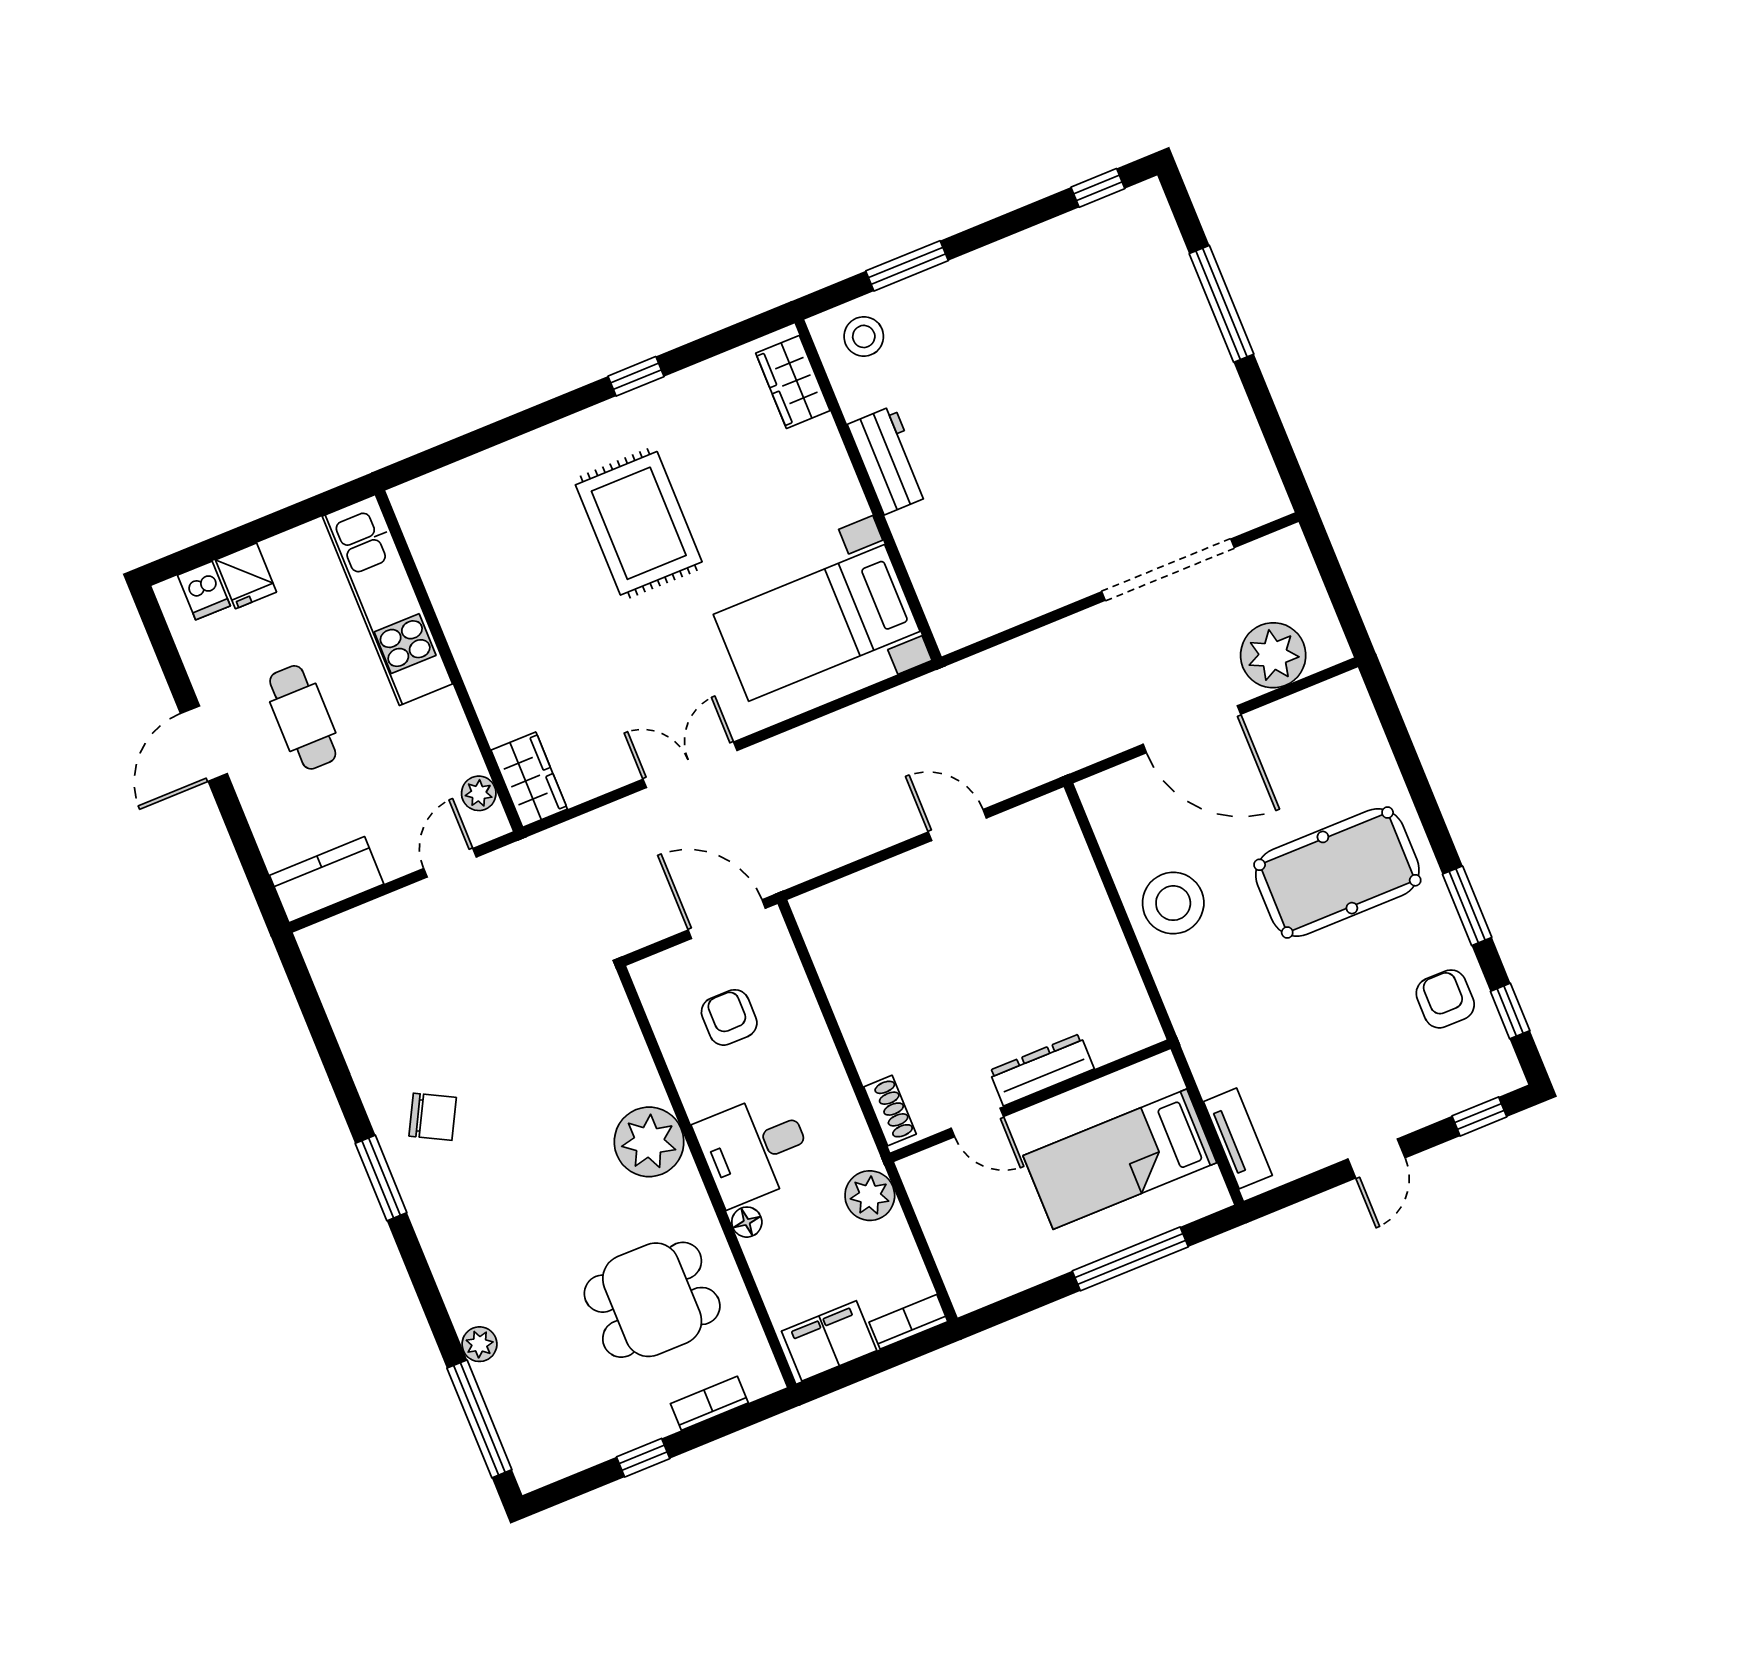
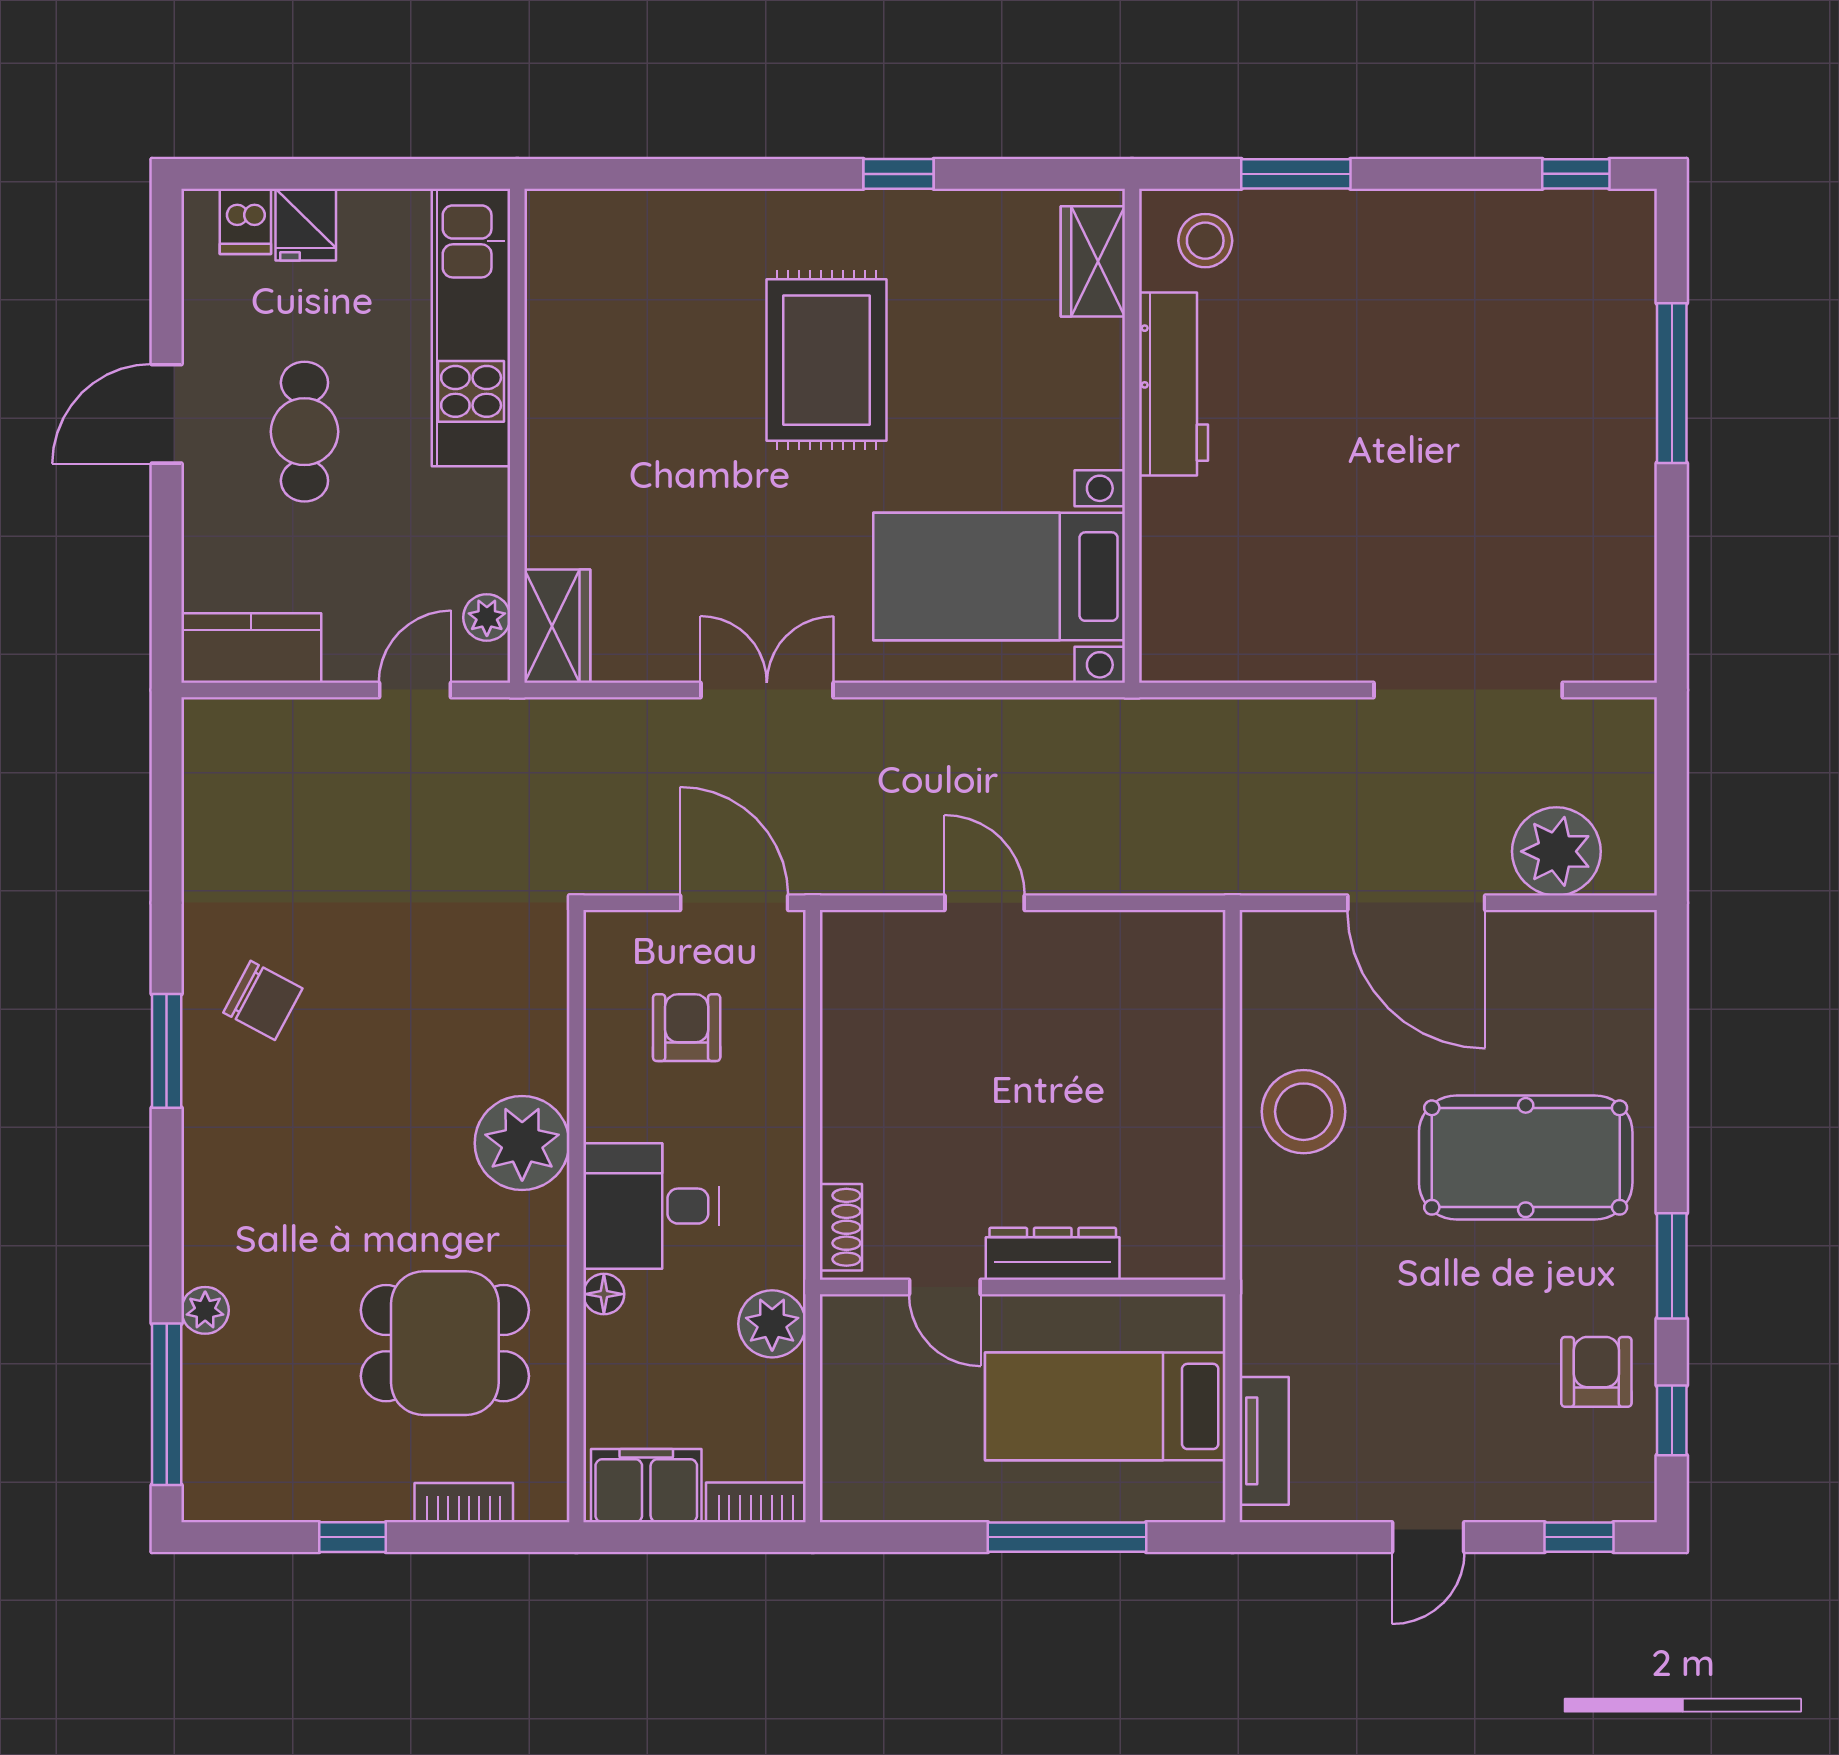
workbench: (889, 460) -> (1174, 384), width x1.37
door: (957, 825) -> (985, 903), moved

